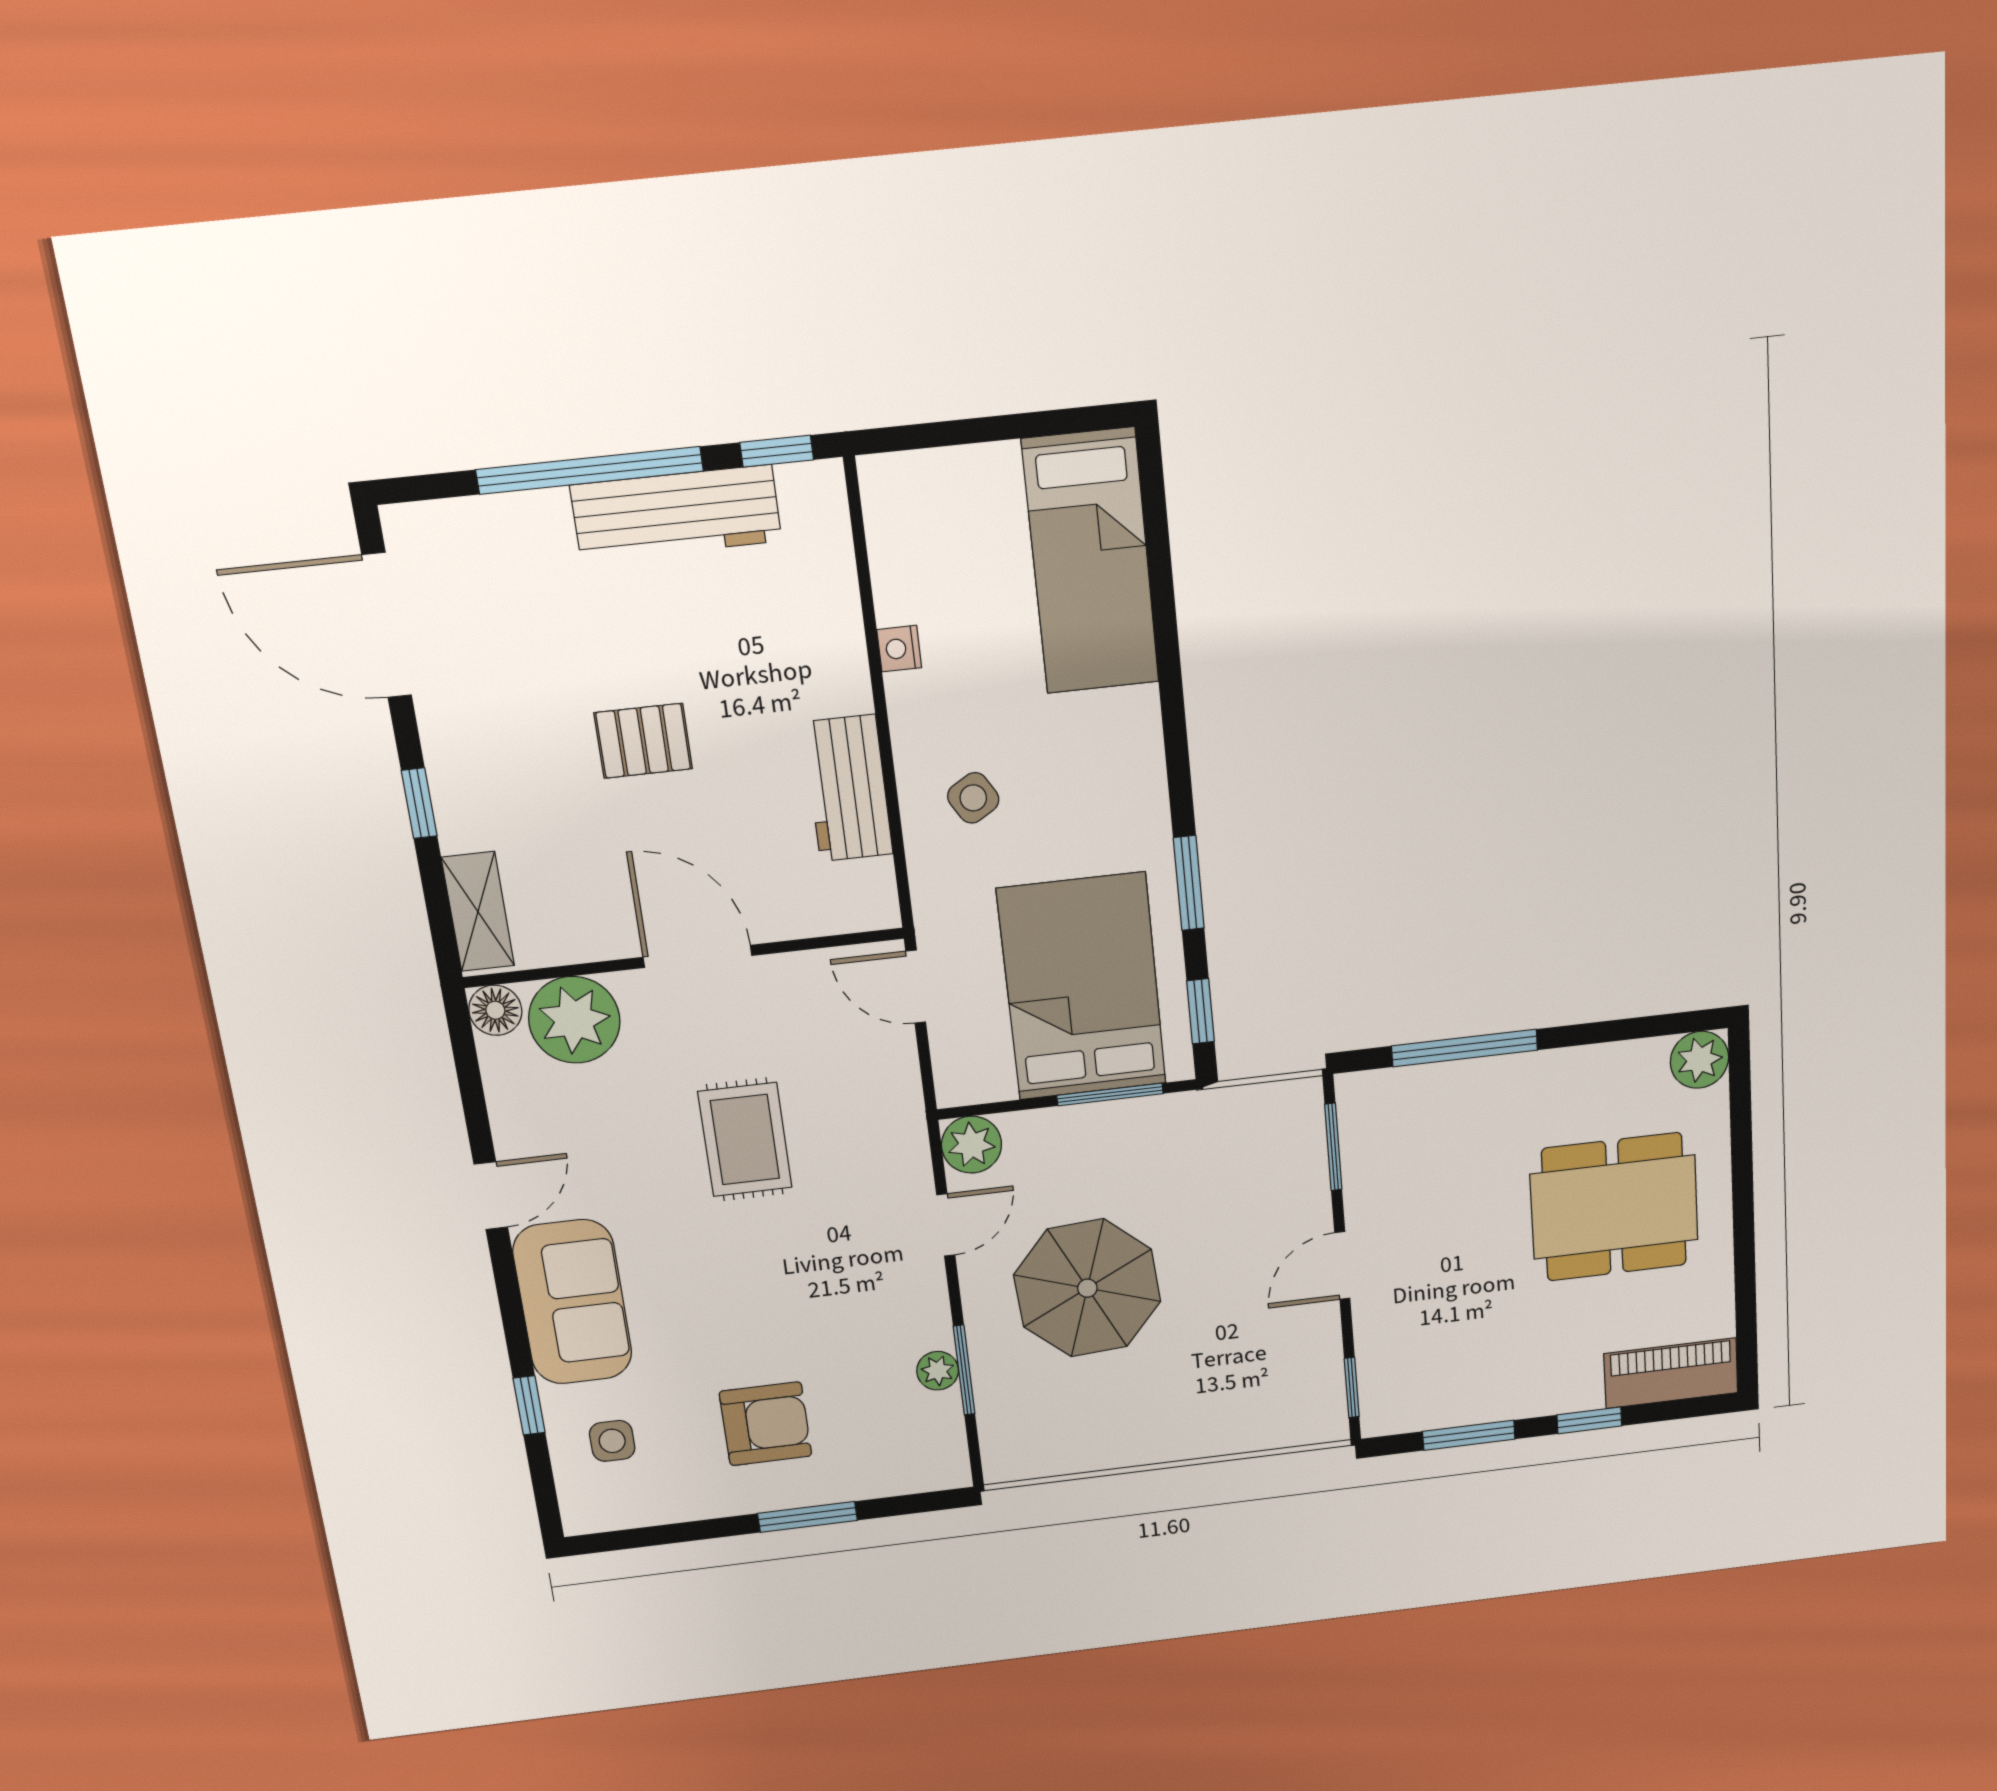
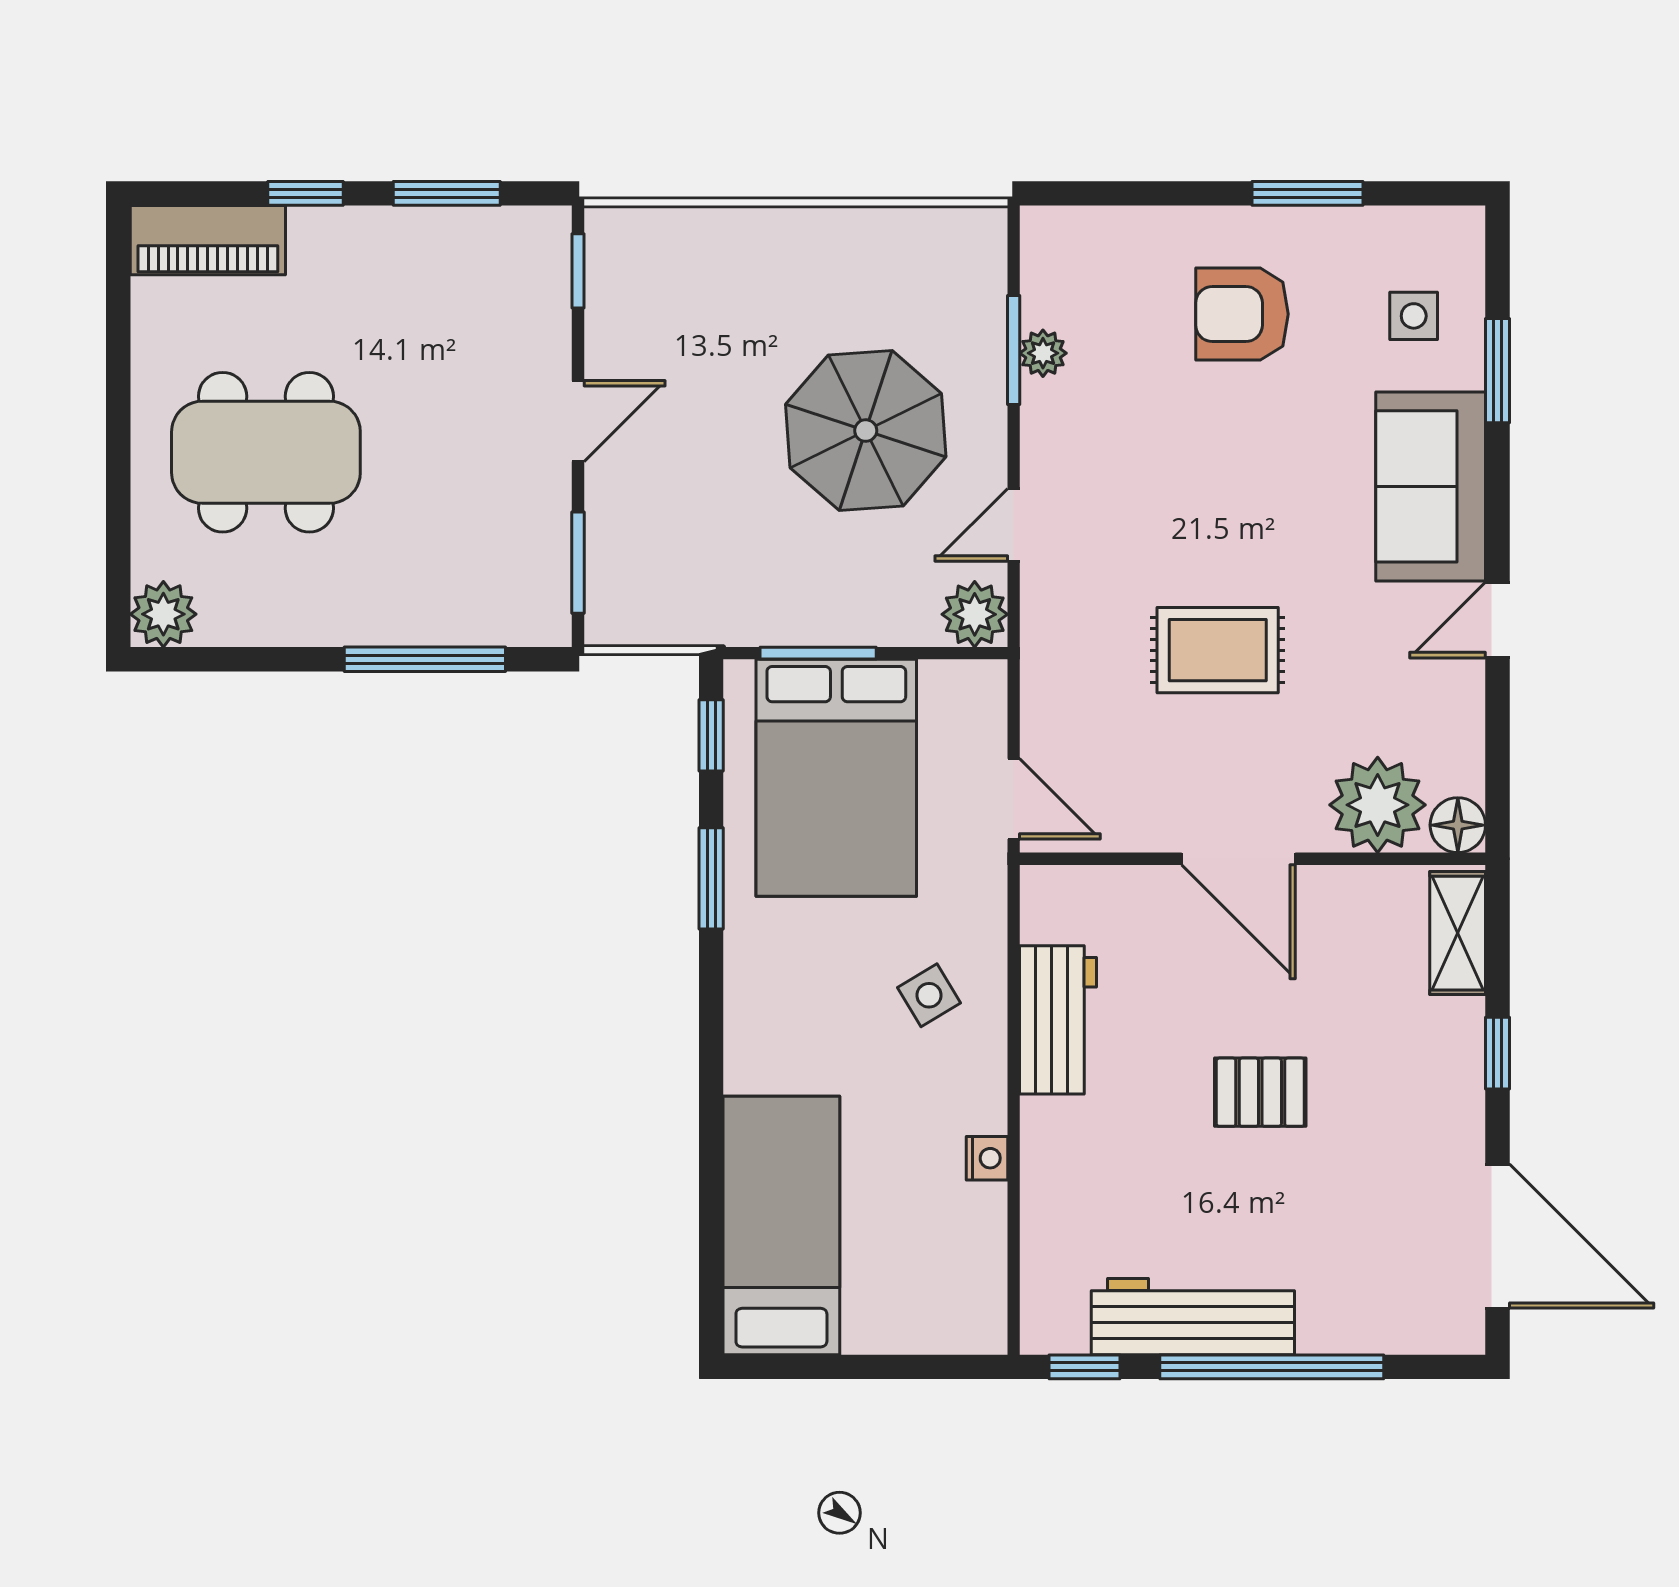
rug: (745, 1140) -> (1218, 650), turned 90
window: (529, 1405) -> (1497, 371), width x1.50
window: (807, 1517) -> (1307, 193), moved

